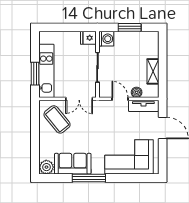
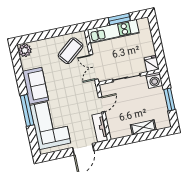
shelving: (153, 71) -> (143, 127), moved
window: (35, 74) -> (119, 19), moved
boiler: (137, 92) -> (111, 118), removed
sofa: (73, 164) -> (36, 86), moved
window: (89, 178) -> (27, 110), moved

